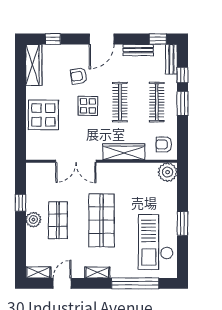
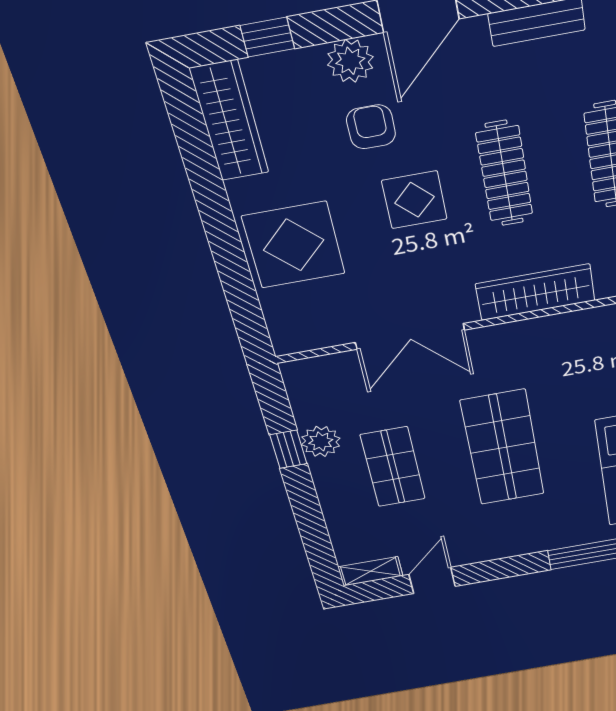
plant: (77, 52) -> (350, 61), added
armchair: (79, 76) -> (371, 127), turned 99
plant: (33, 220) -> (321, 441), moved
shelving: (97, 272) -> (512, 547), removed

